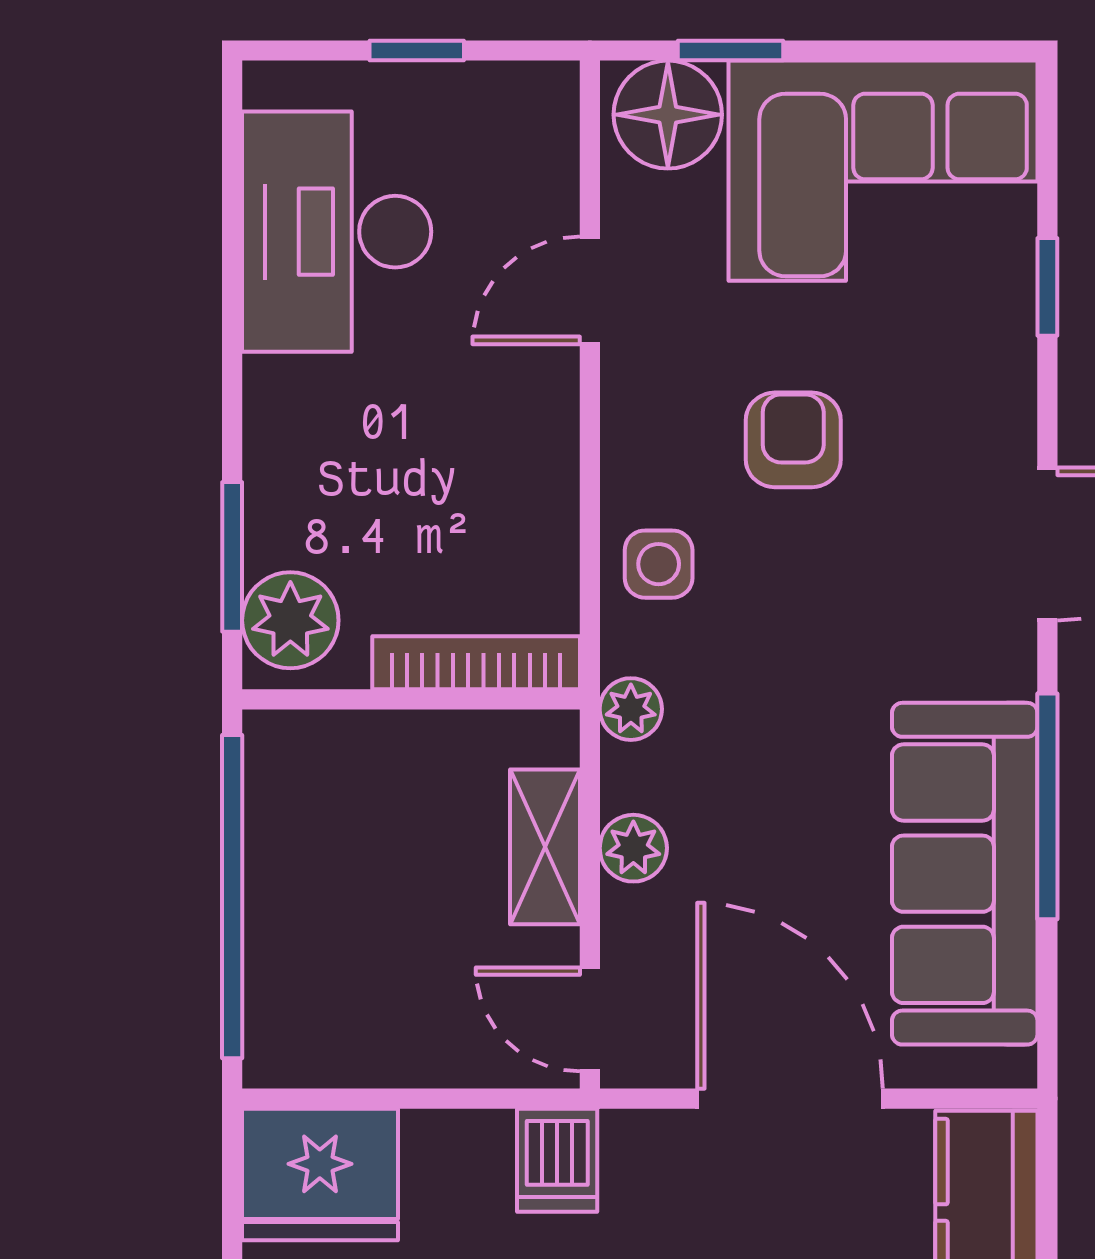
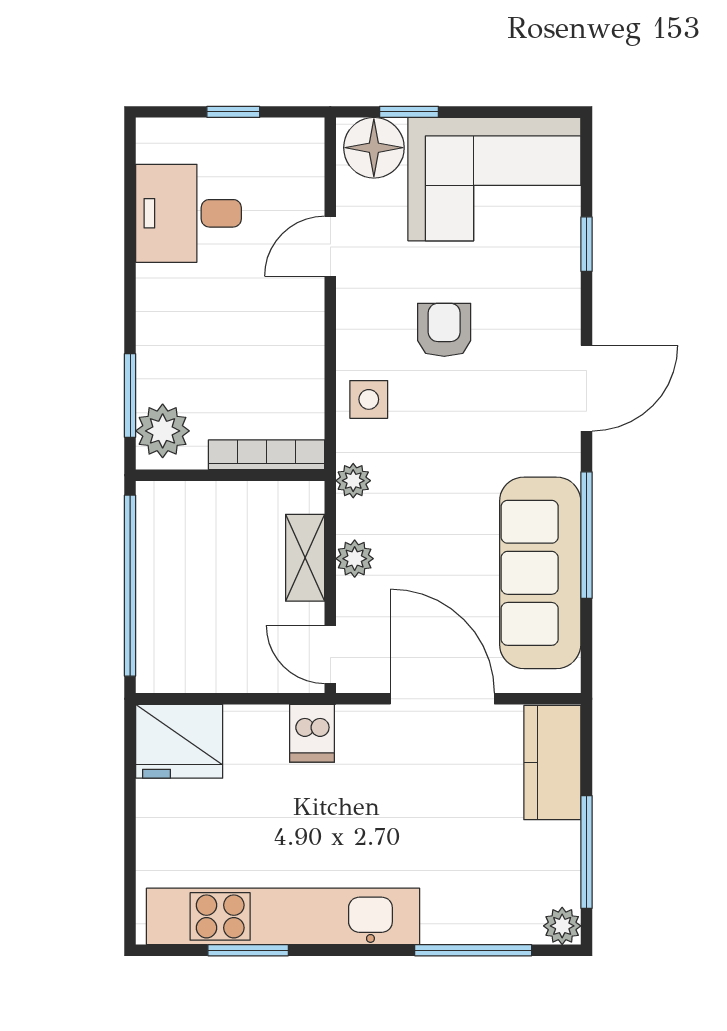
desk: (337, 232) -> (188, 213), width x0.73

